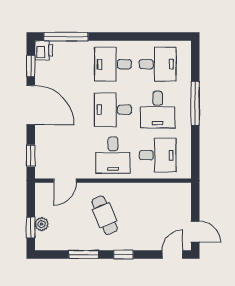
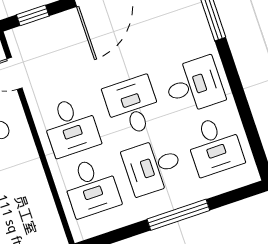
desk: (113, 64) -> (194, 85), turned 90
desk: (113, 155) -> (71, 127), turned -90

